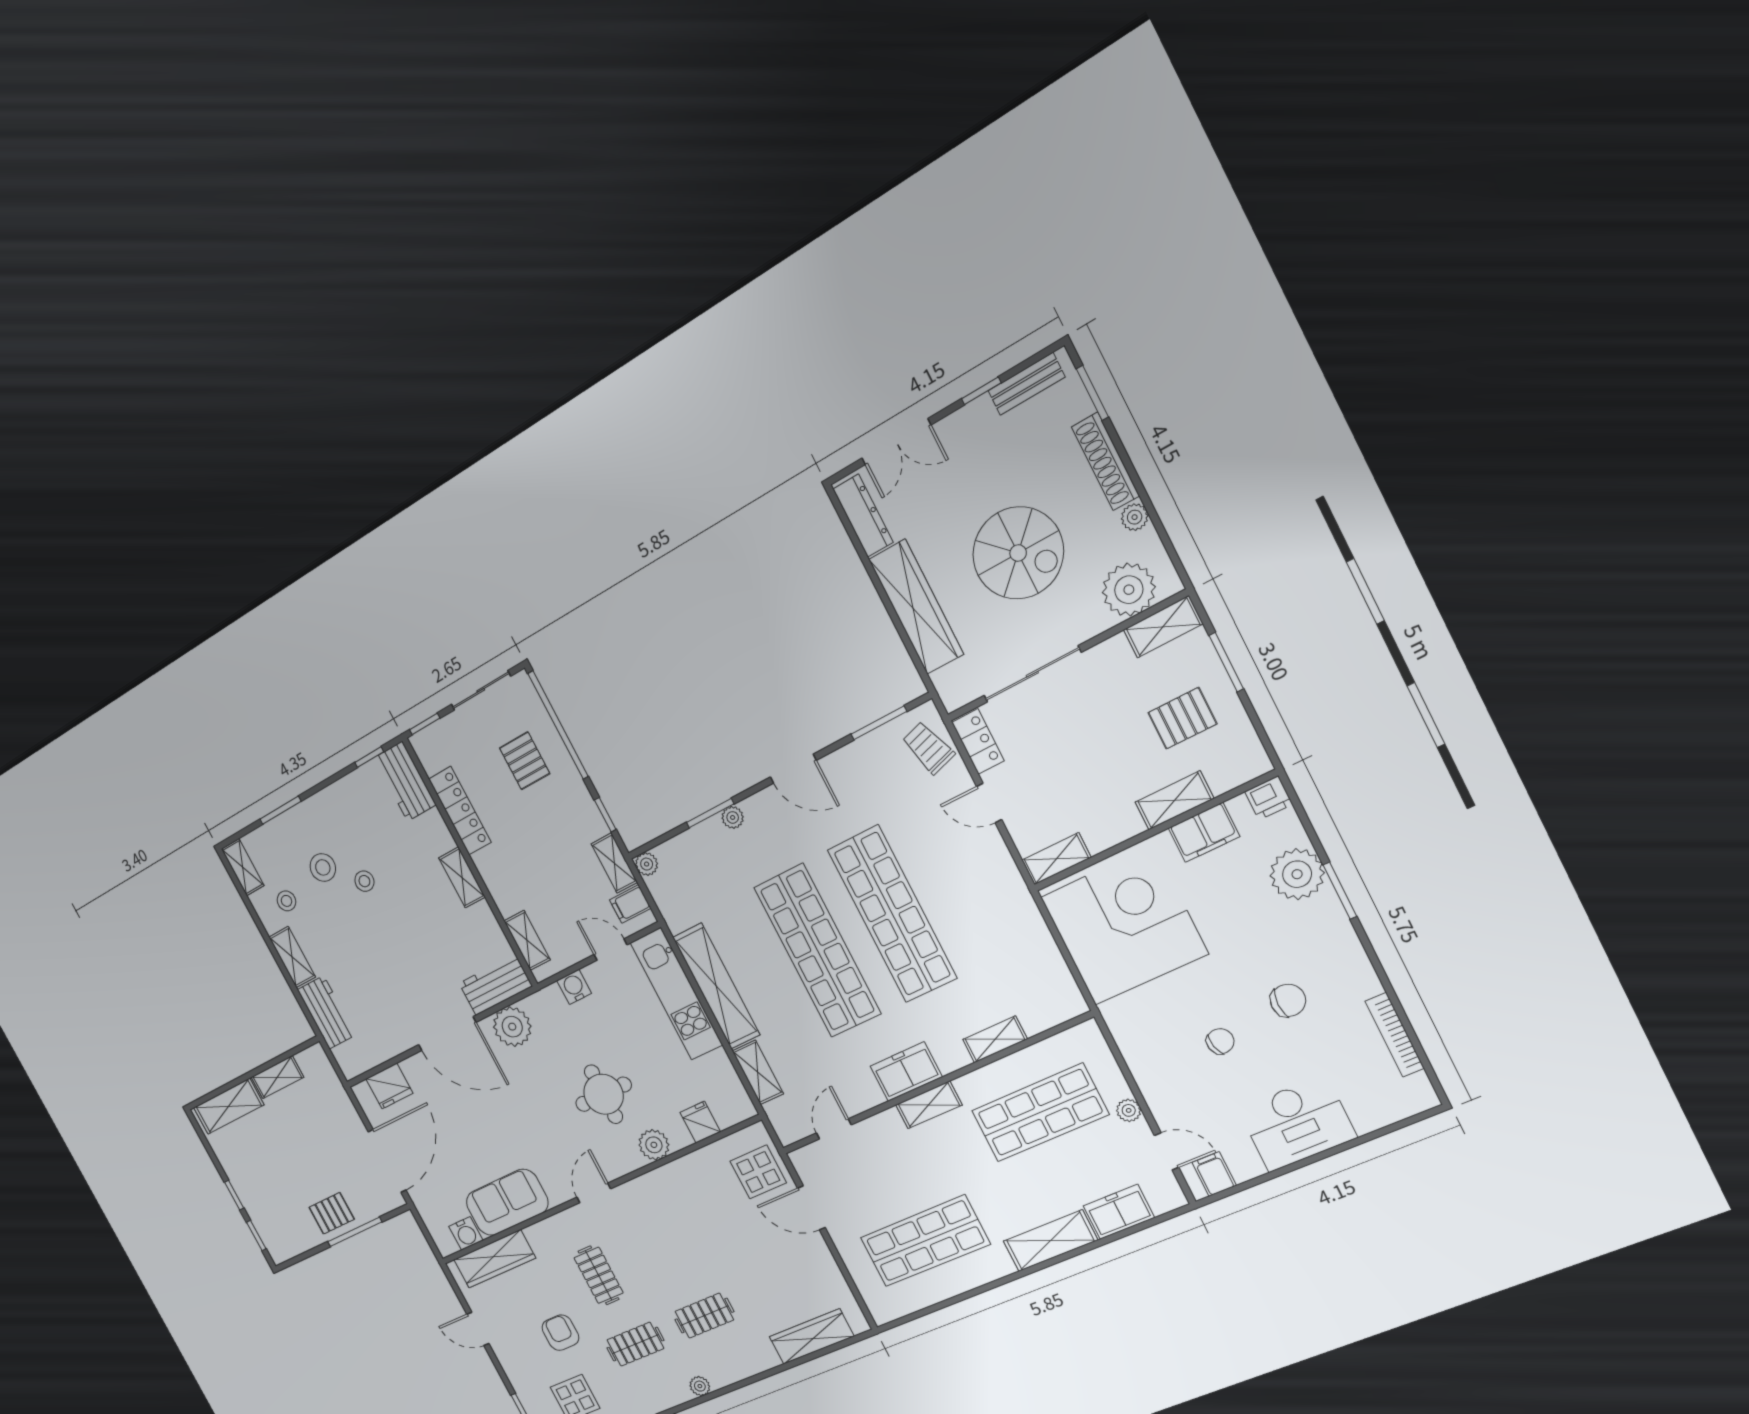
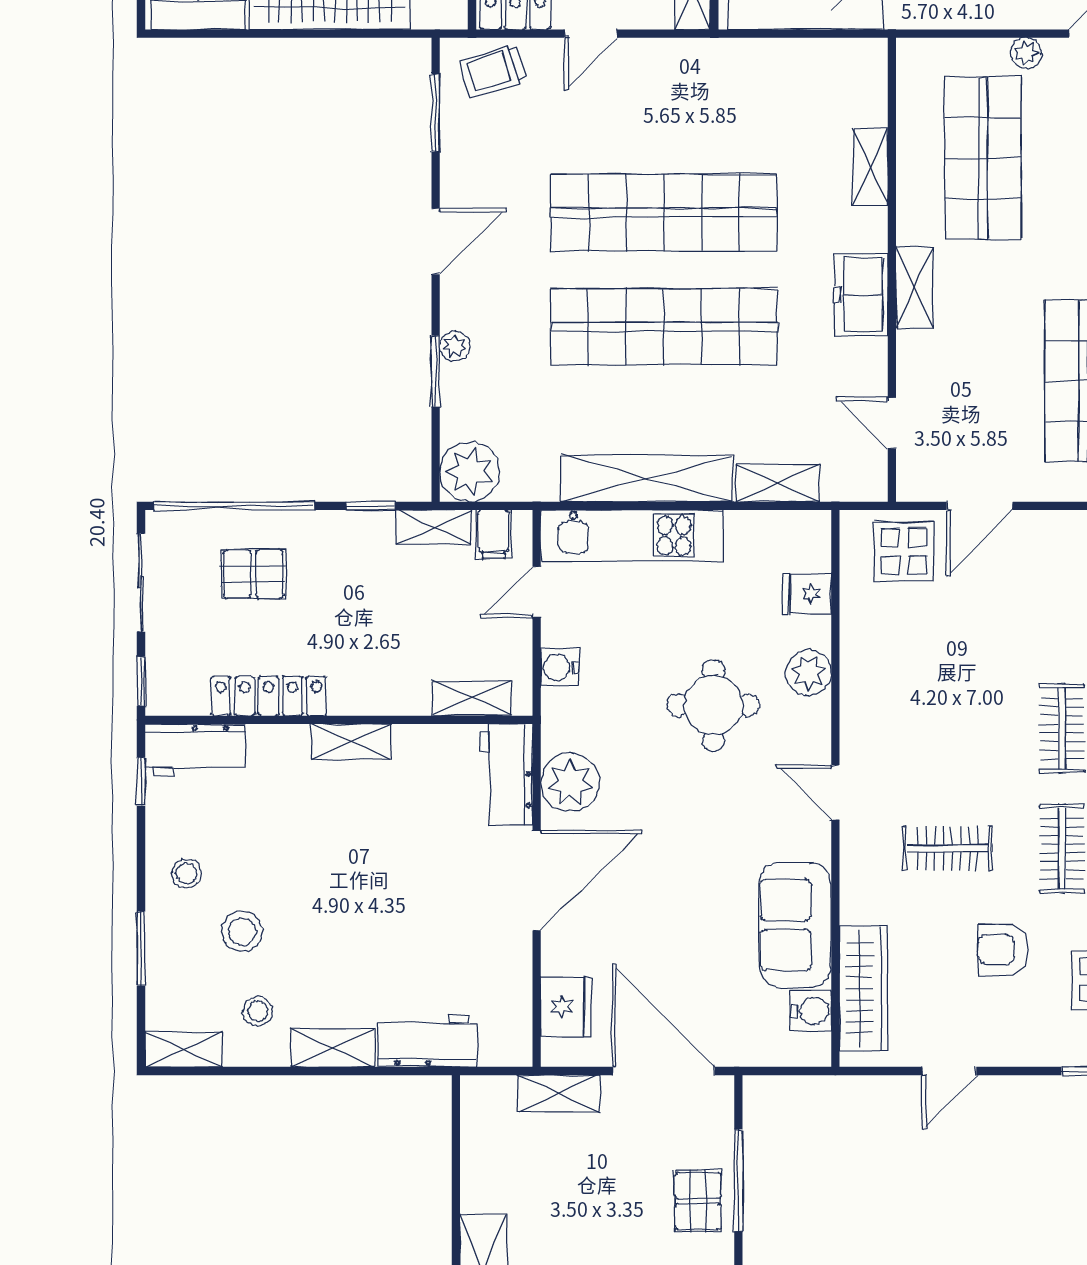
plant: (647, 864) -> (470, 472), width x1.88, depth x1.88
stool: (364, 881) -> (186, 873), moved
shelving: (277, 1077) -> (559, 1094), moved, turned 90

